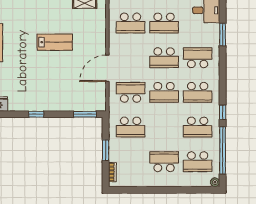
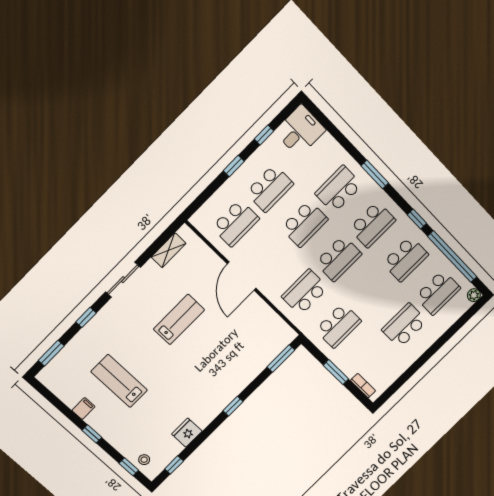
window: (223, 34) -> (375, 174), moved
door: (107, 68) -> (242, 276), moved

